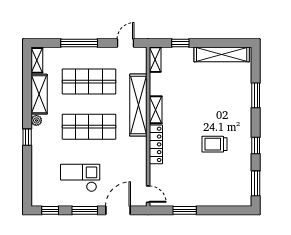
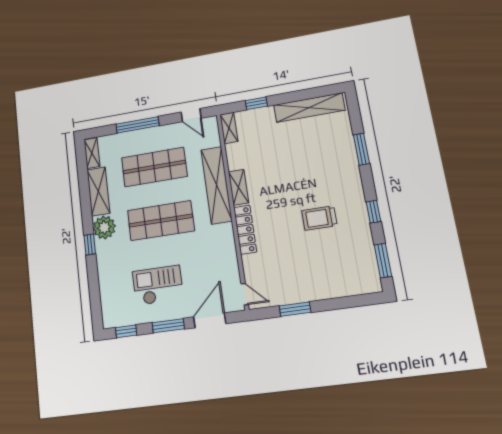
door: (125, 43) -> (191, 115), swing flipped
plant: (36, 120) -> (104, 227), width x1.87, depth x1.87

